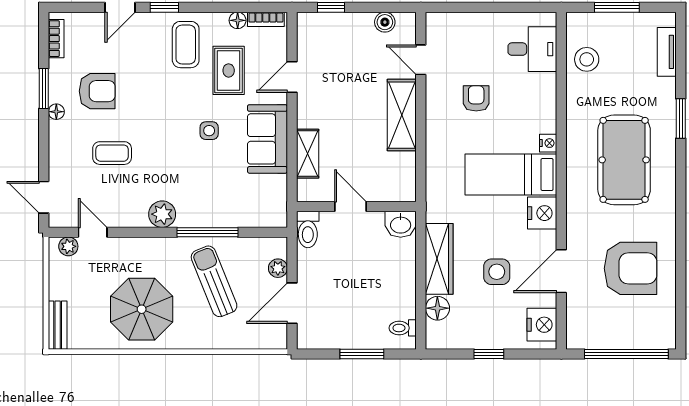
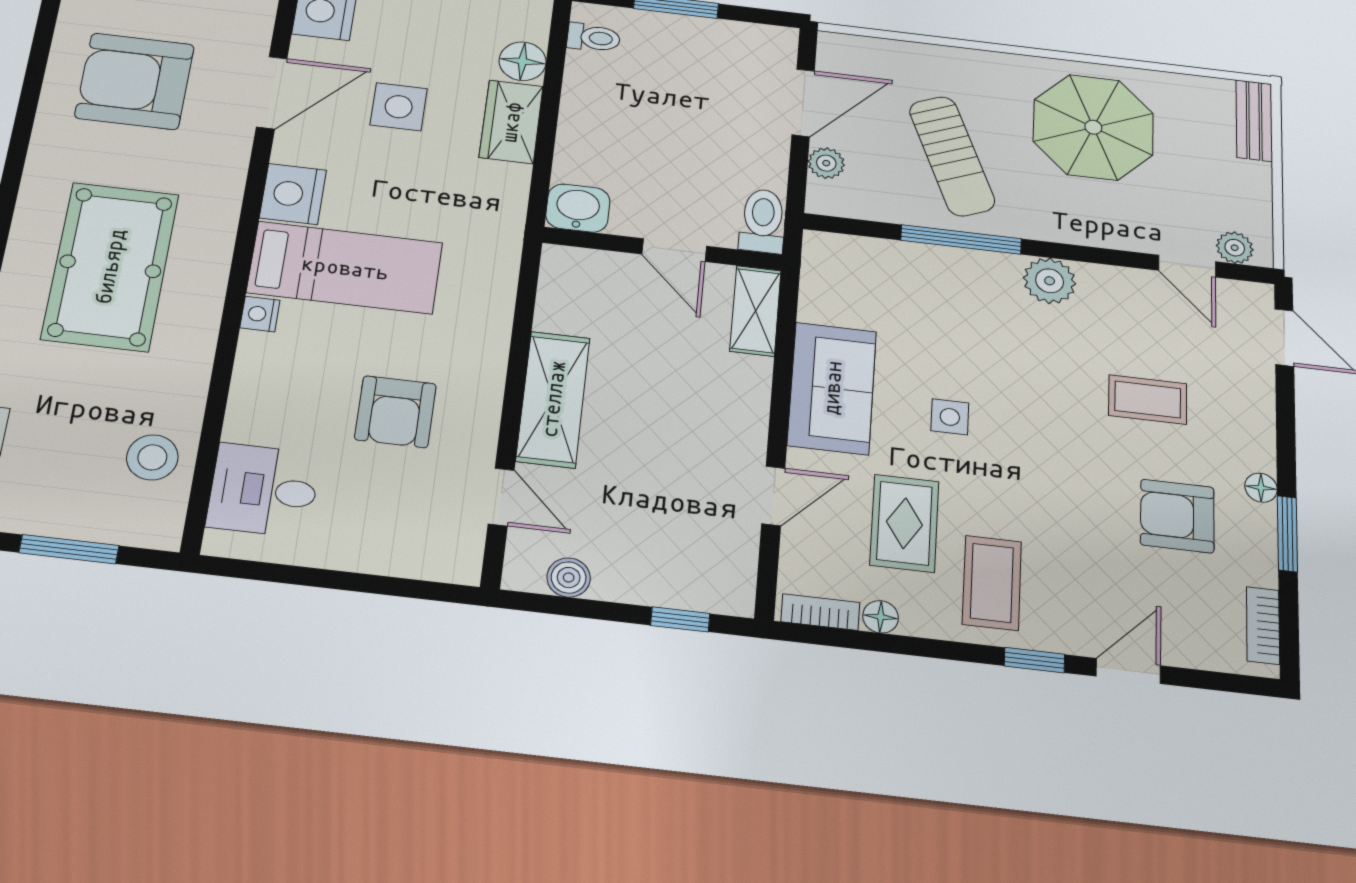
armchair: (476, 98) -> (395, 412), width x1.38, depth x1.38
shelving: (308, 154) -> (756, 311), moved
wardrobe: (439, 259) -> (511, 122), width x0.67

